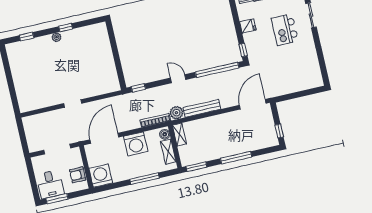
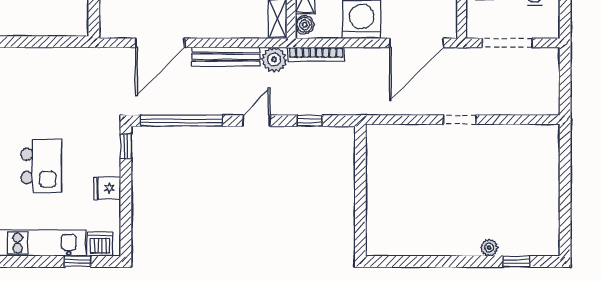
window: (66, 28) -> (441, 261), removed
plant: (57, 37) -> (489, 248), moved
door: (178, 79) -> (257, 121), swing flipped
window: (138, 88) -> (310, 121), moved
door: (253, 104) -> (160, 43), moved

